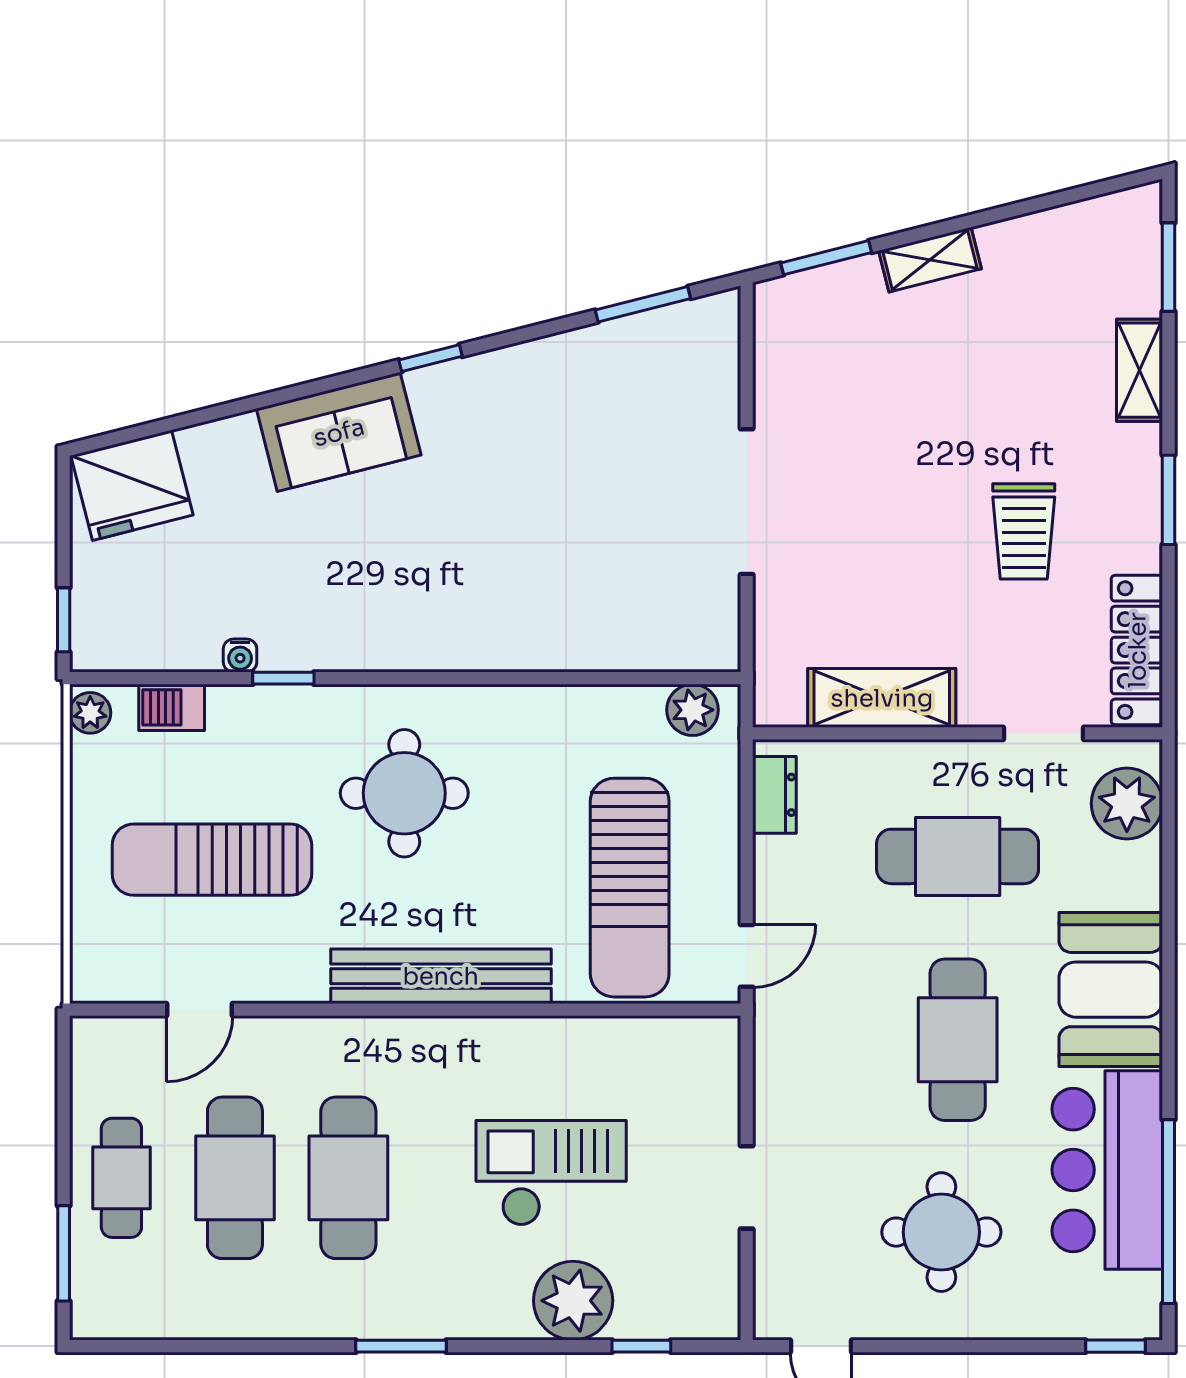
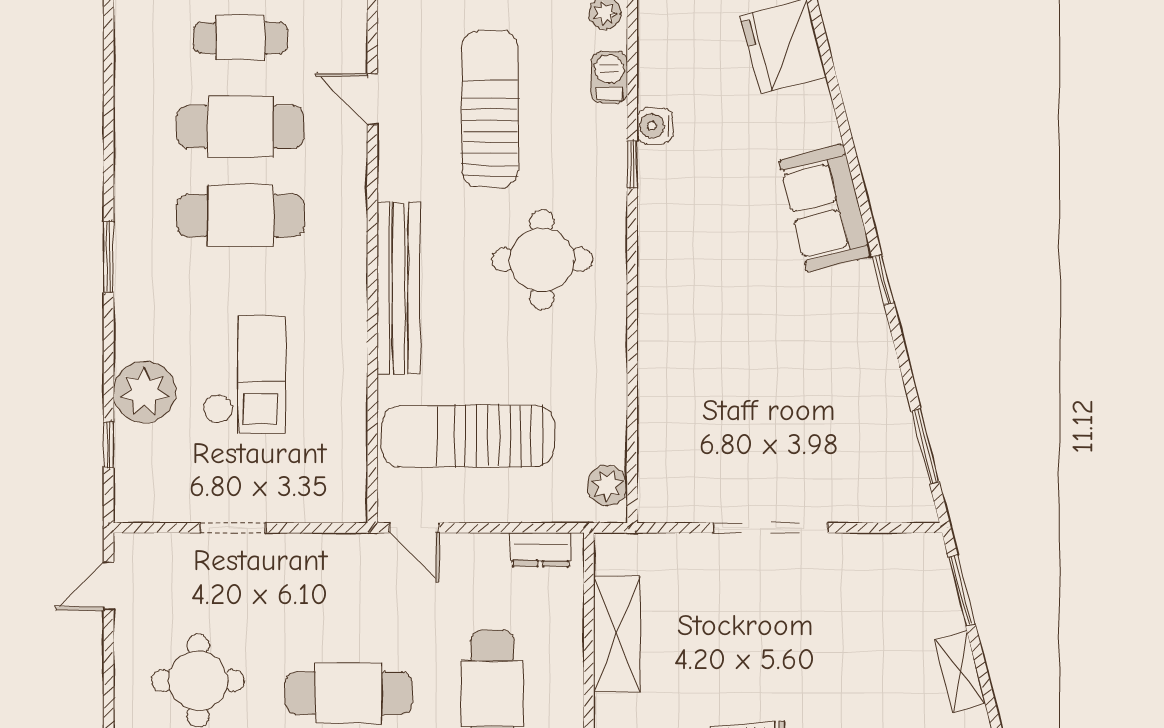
water cooler: (240, 656) -> (655, 126), width x1.38, depth x1.38

